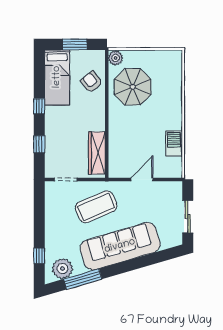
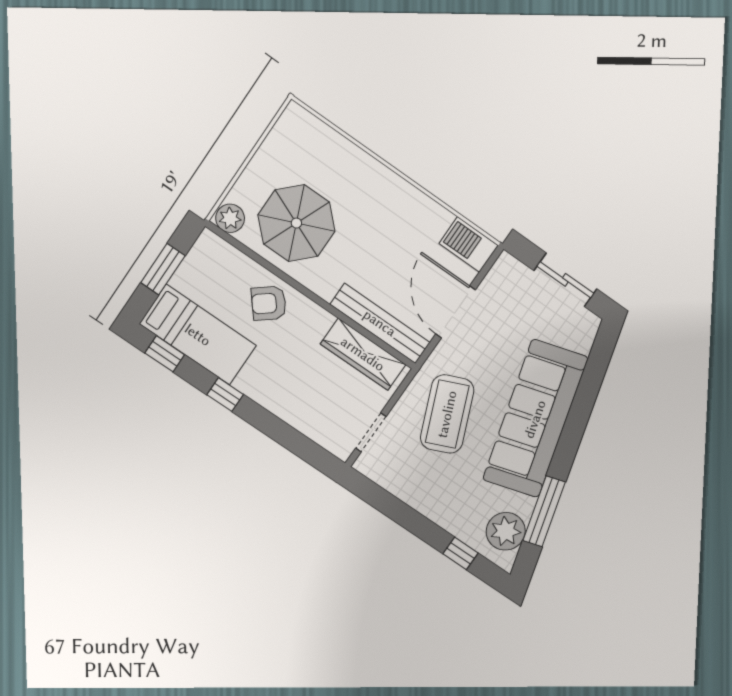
armchair: (92, 82) -> (269, 303), moved
window: (39, 144) -> (165, 354), moved
barbecue: (174, 144) -> (469, 244), moved
bench: (115, 151) -> (380, 323), added
door: (142, 180) -> (455, 312), width x1.36

